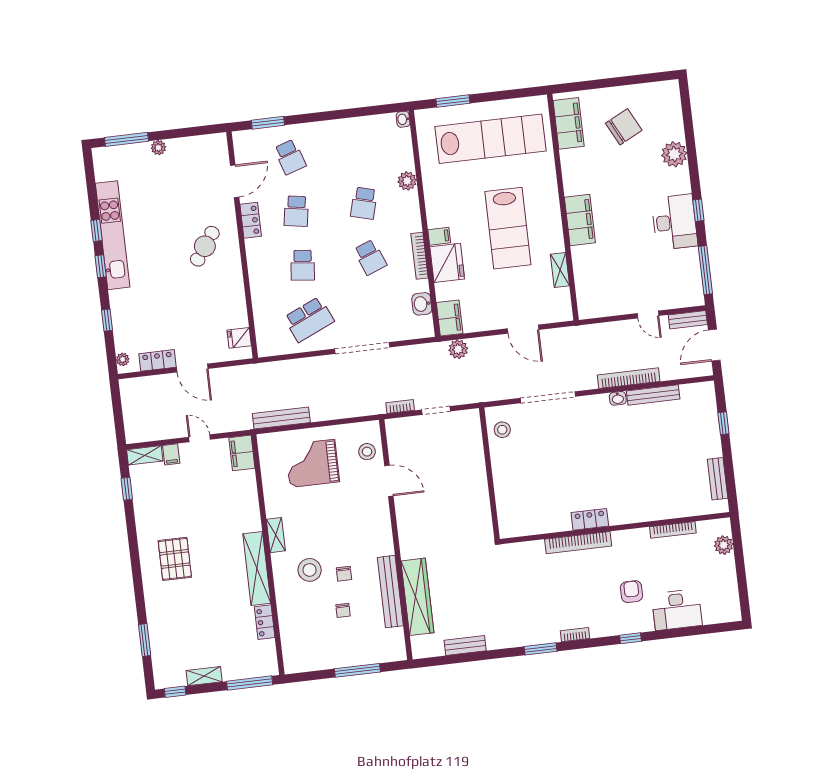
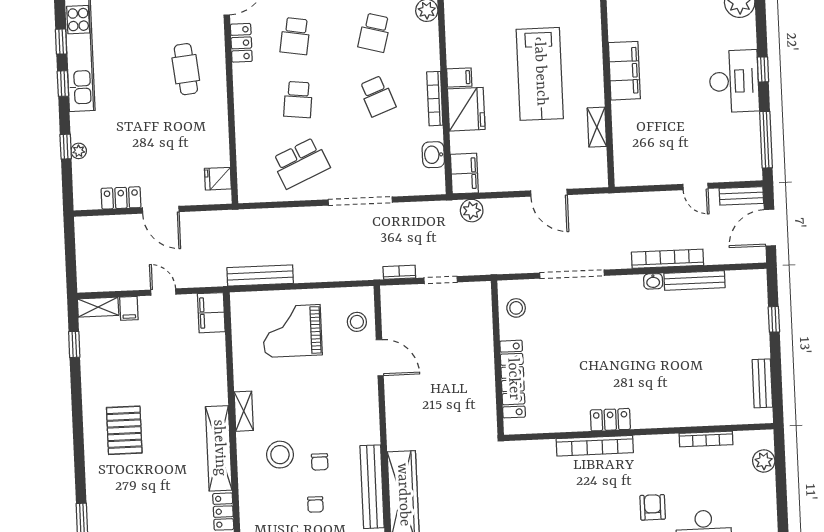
cafe table: (205, 246) -> (186, 69), turned -41
plant: (123, 359) -> (79, 151), moved
locker: (504, 491) -> (513, 379), added

